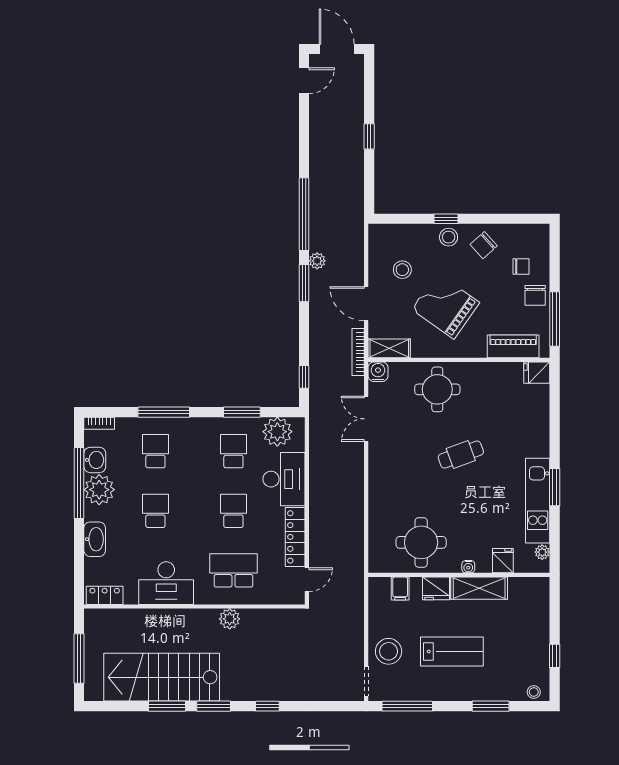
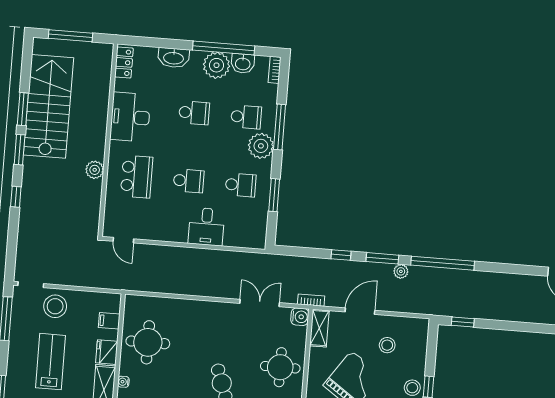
window: (369, 136) -> (463, 322), moved
bookcase: (358, 352) -> (311, 300), width x0.64
window: (304, 377) -> (341, 255), moved
plant: (277, 432) -> (261, 146), moved
desk: (284, 479) -> (206, 227), width x0.73
locker: (295, 537) -> (161, 233), removed
lab bench: (452, 652) -> (50, 362), turned 180

